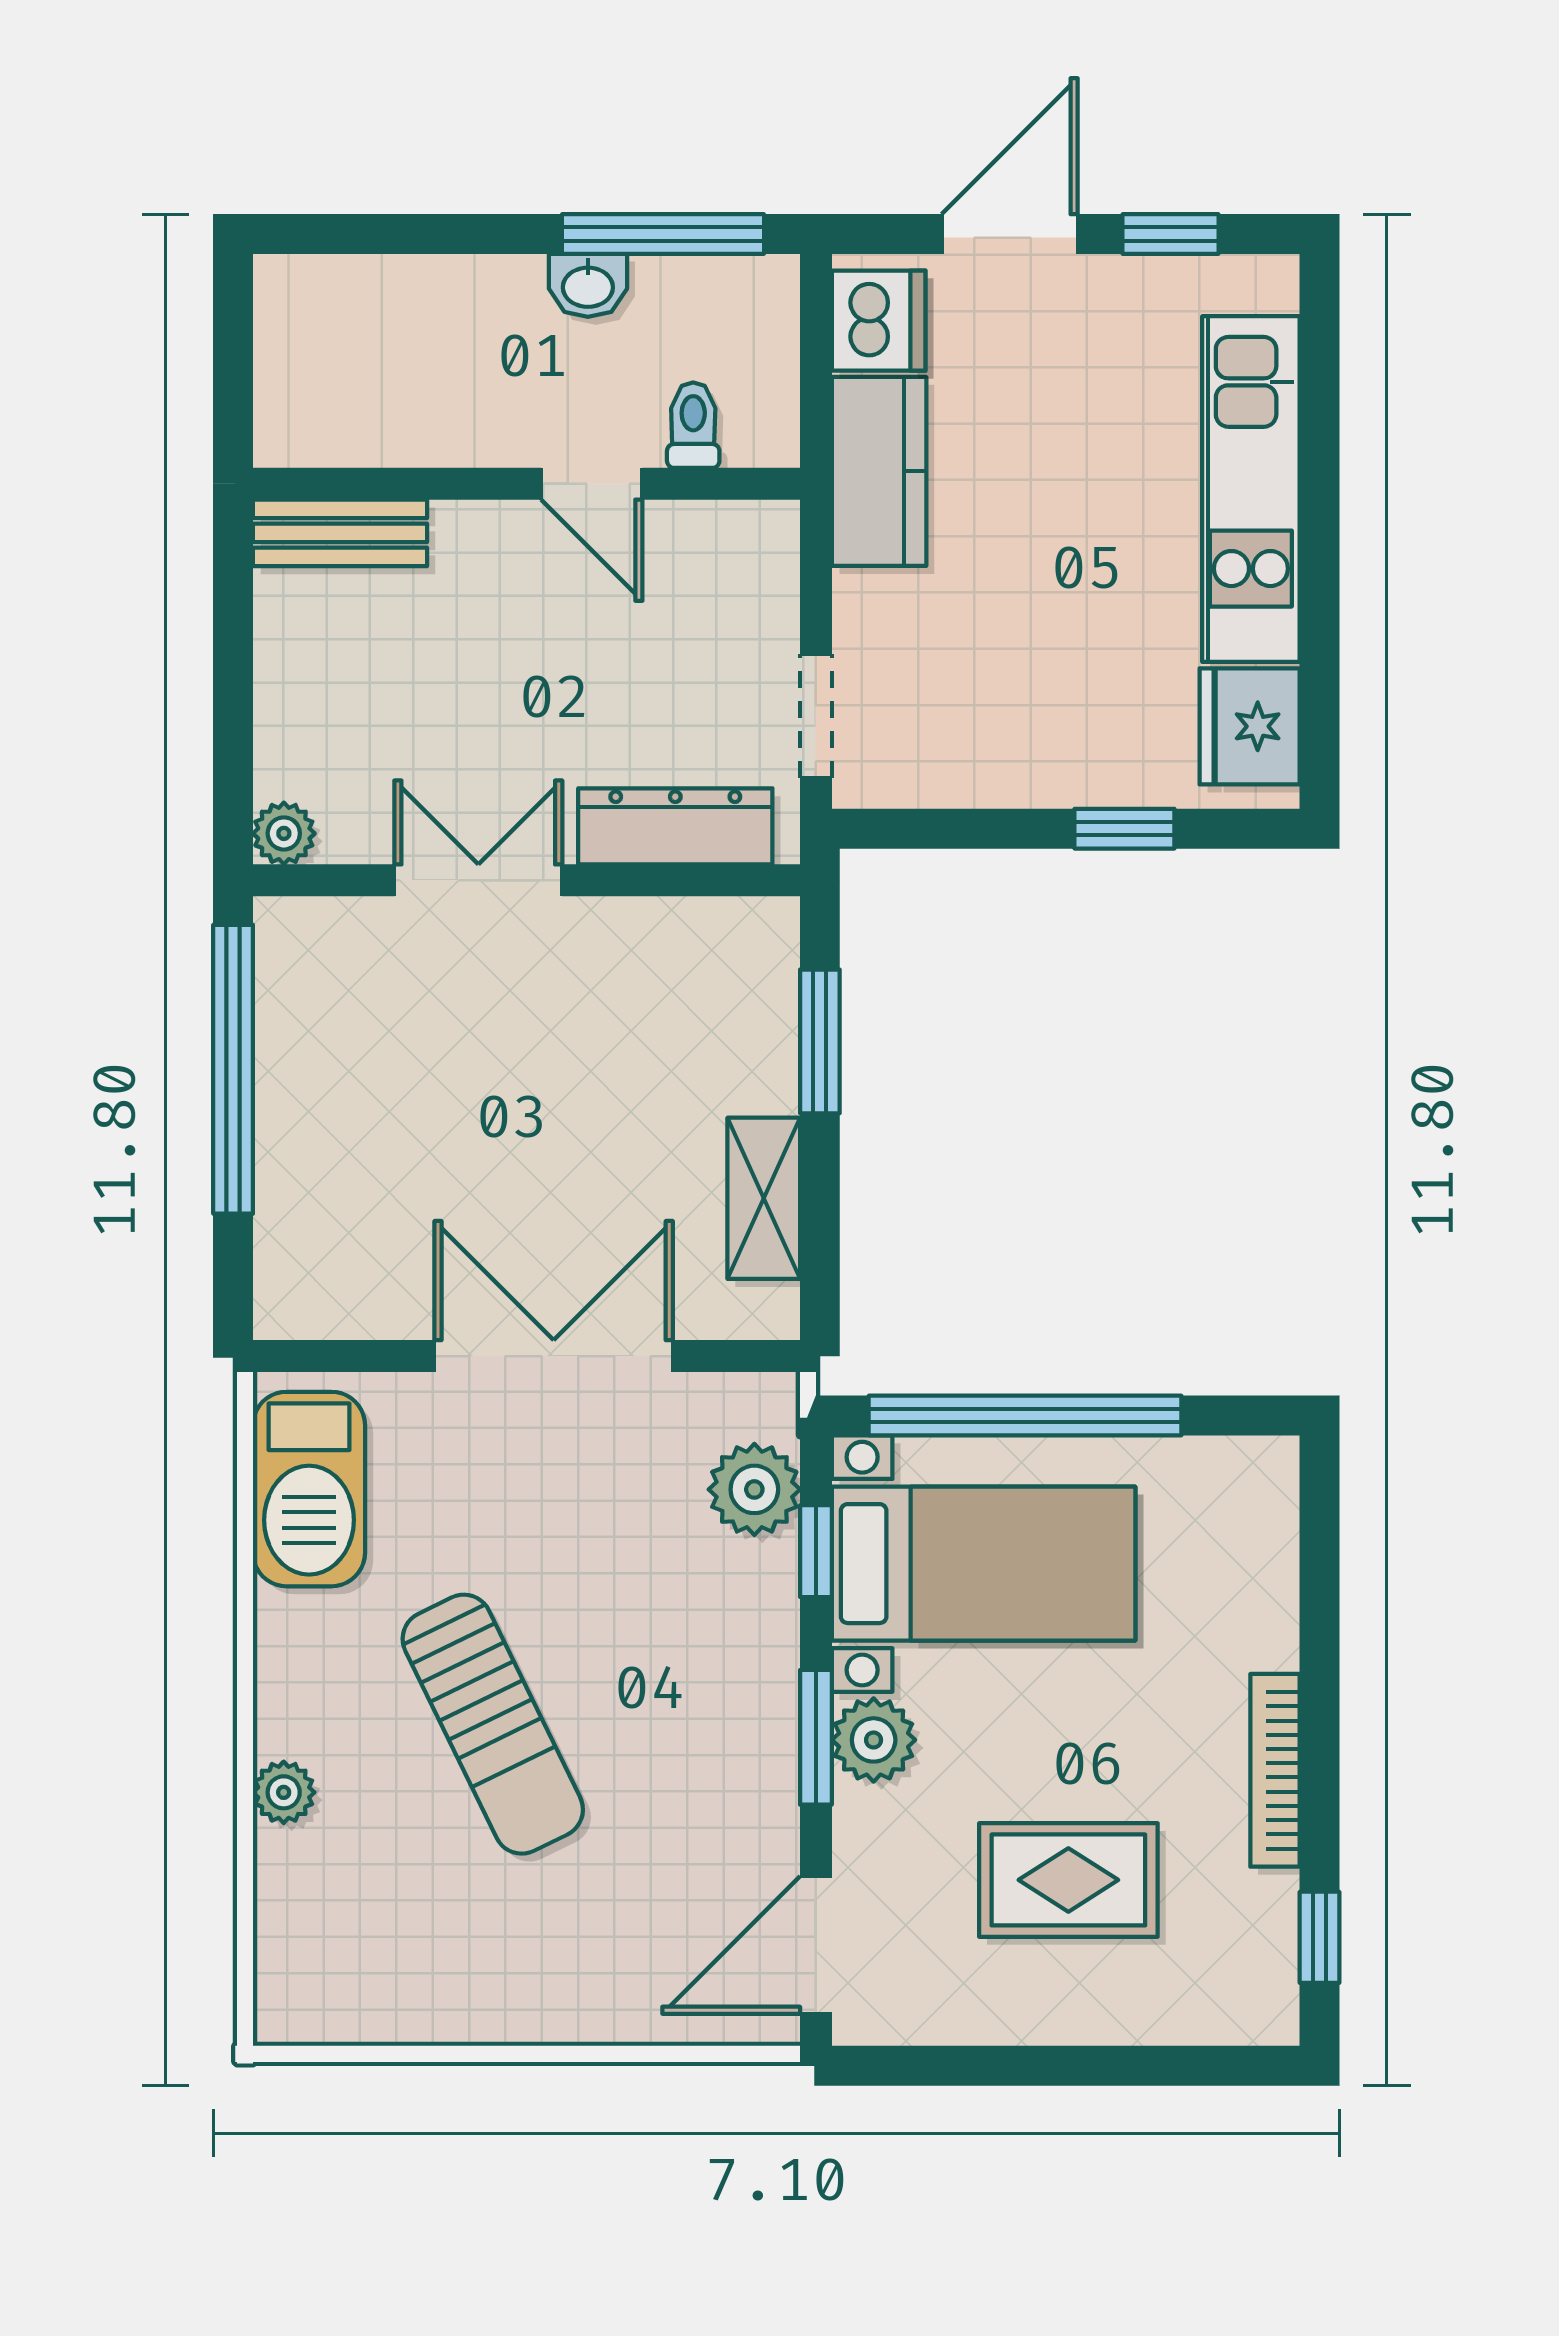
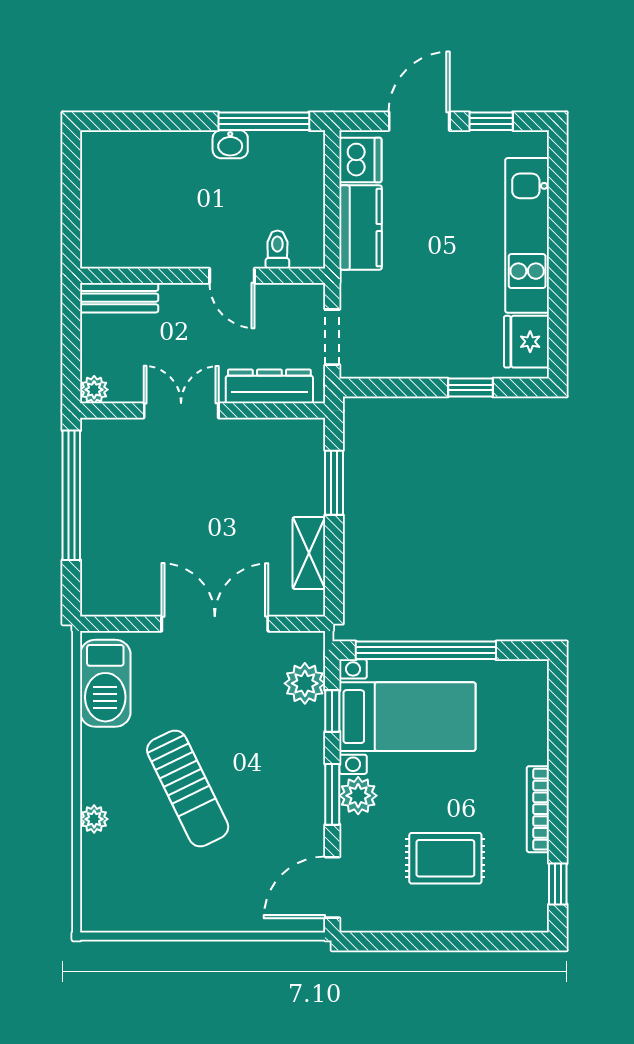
toilet: (693, 425) -> (277, 249), moved
wall: (526, 484) -> (203, 276), moved
door: (592, 484) -> (232, 276), moved
bench: (340, 533) -> (119, 298), moved

